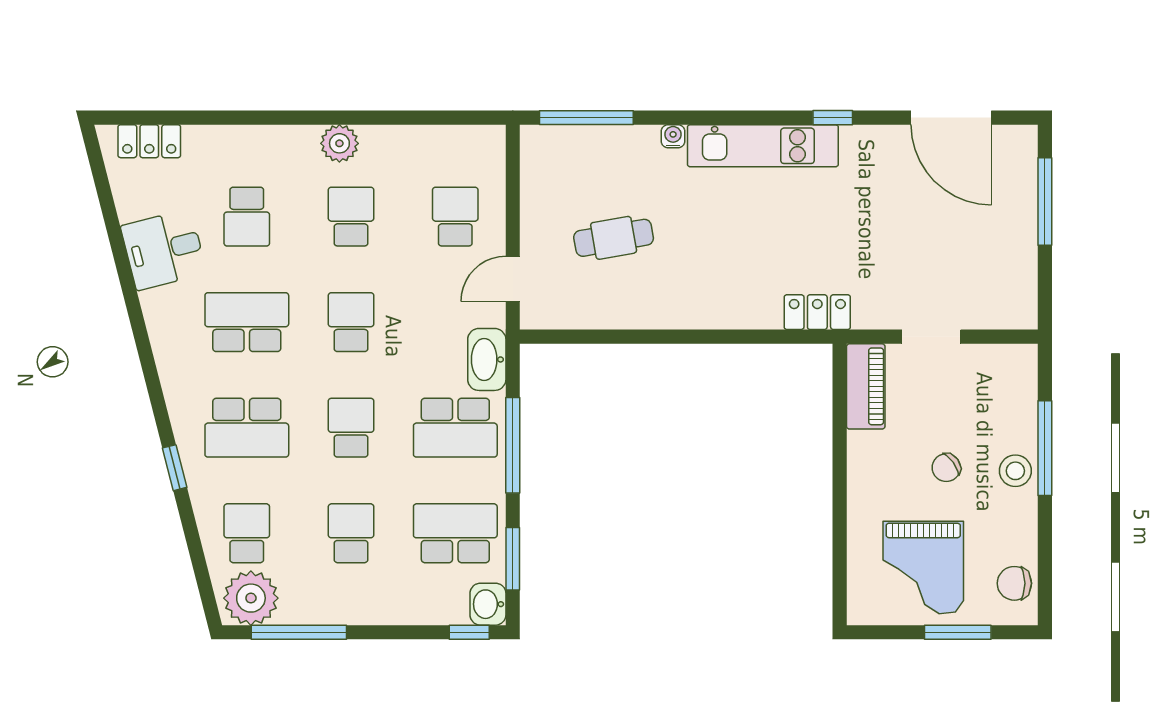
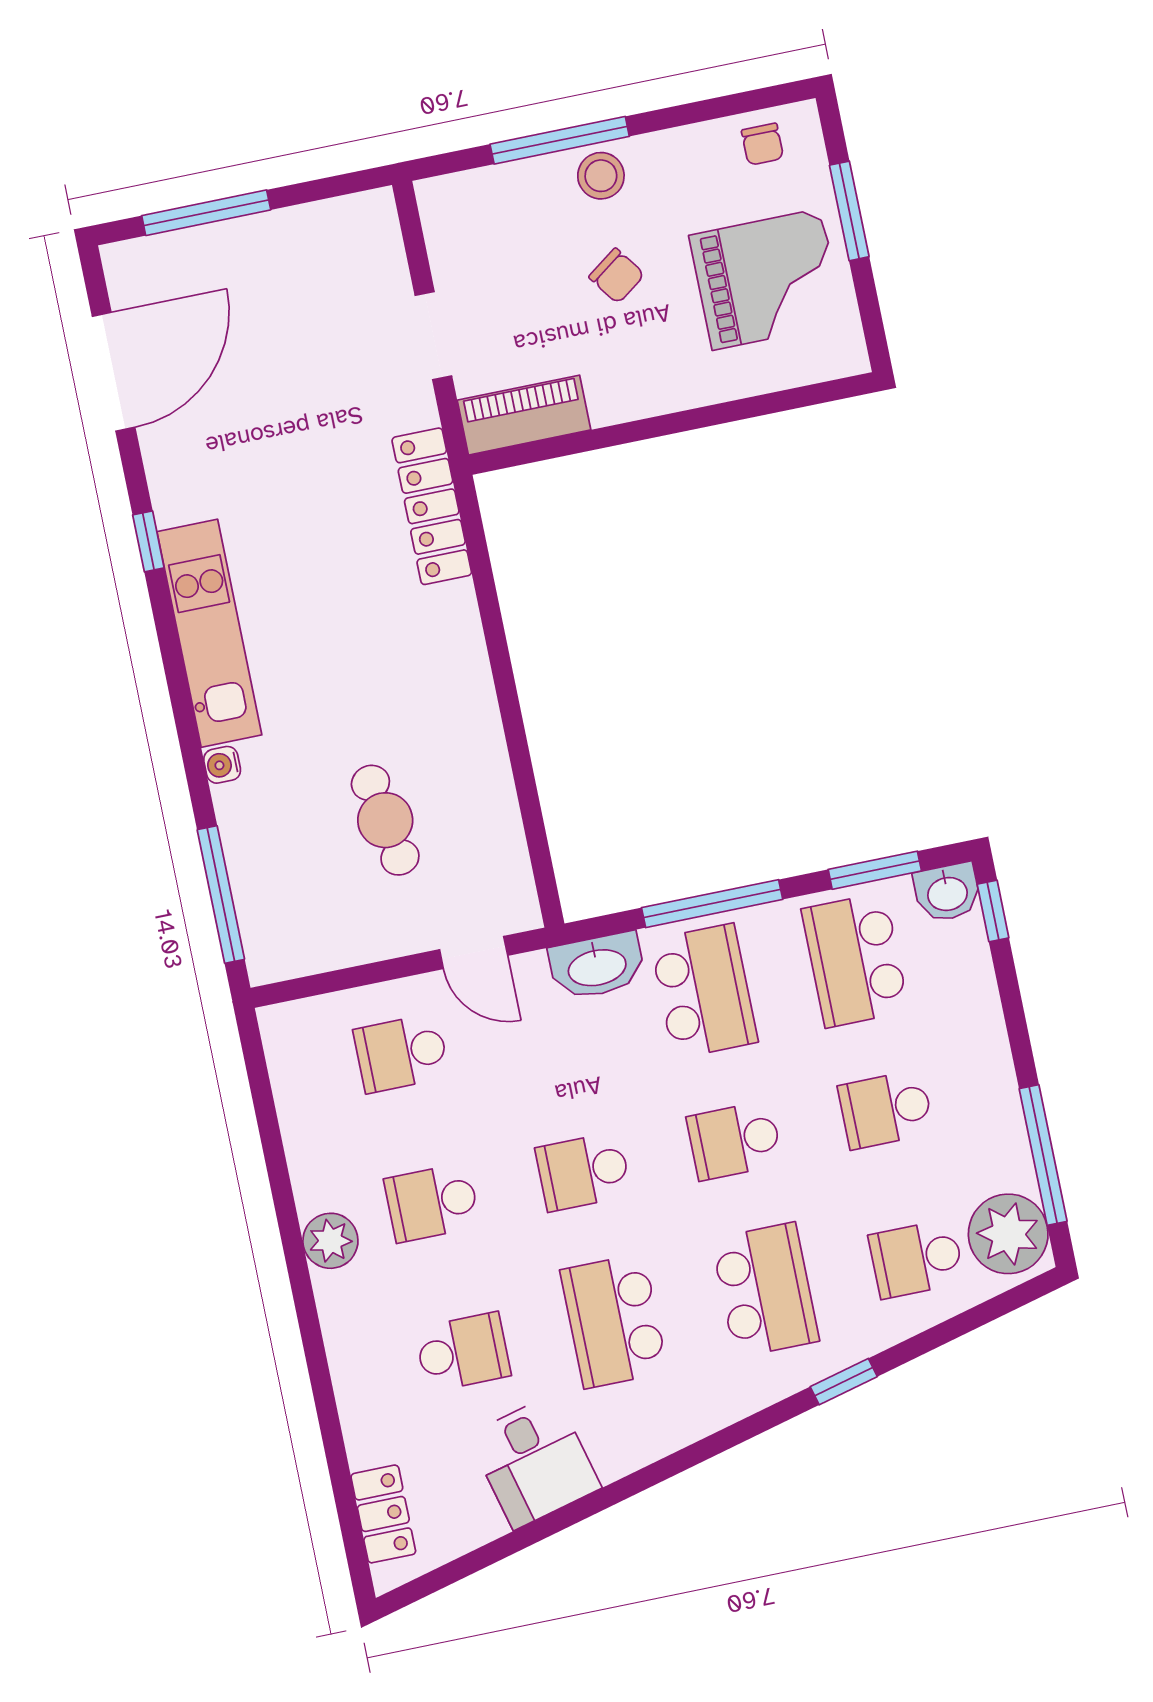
locker: (817, 312) -> (432, 506), width x1.53
chair: (1014, 583) -> (762, 144), width x0.73, depth x0.73

